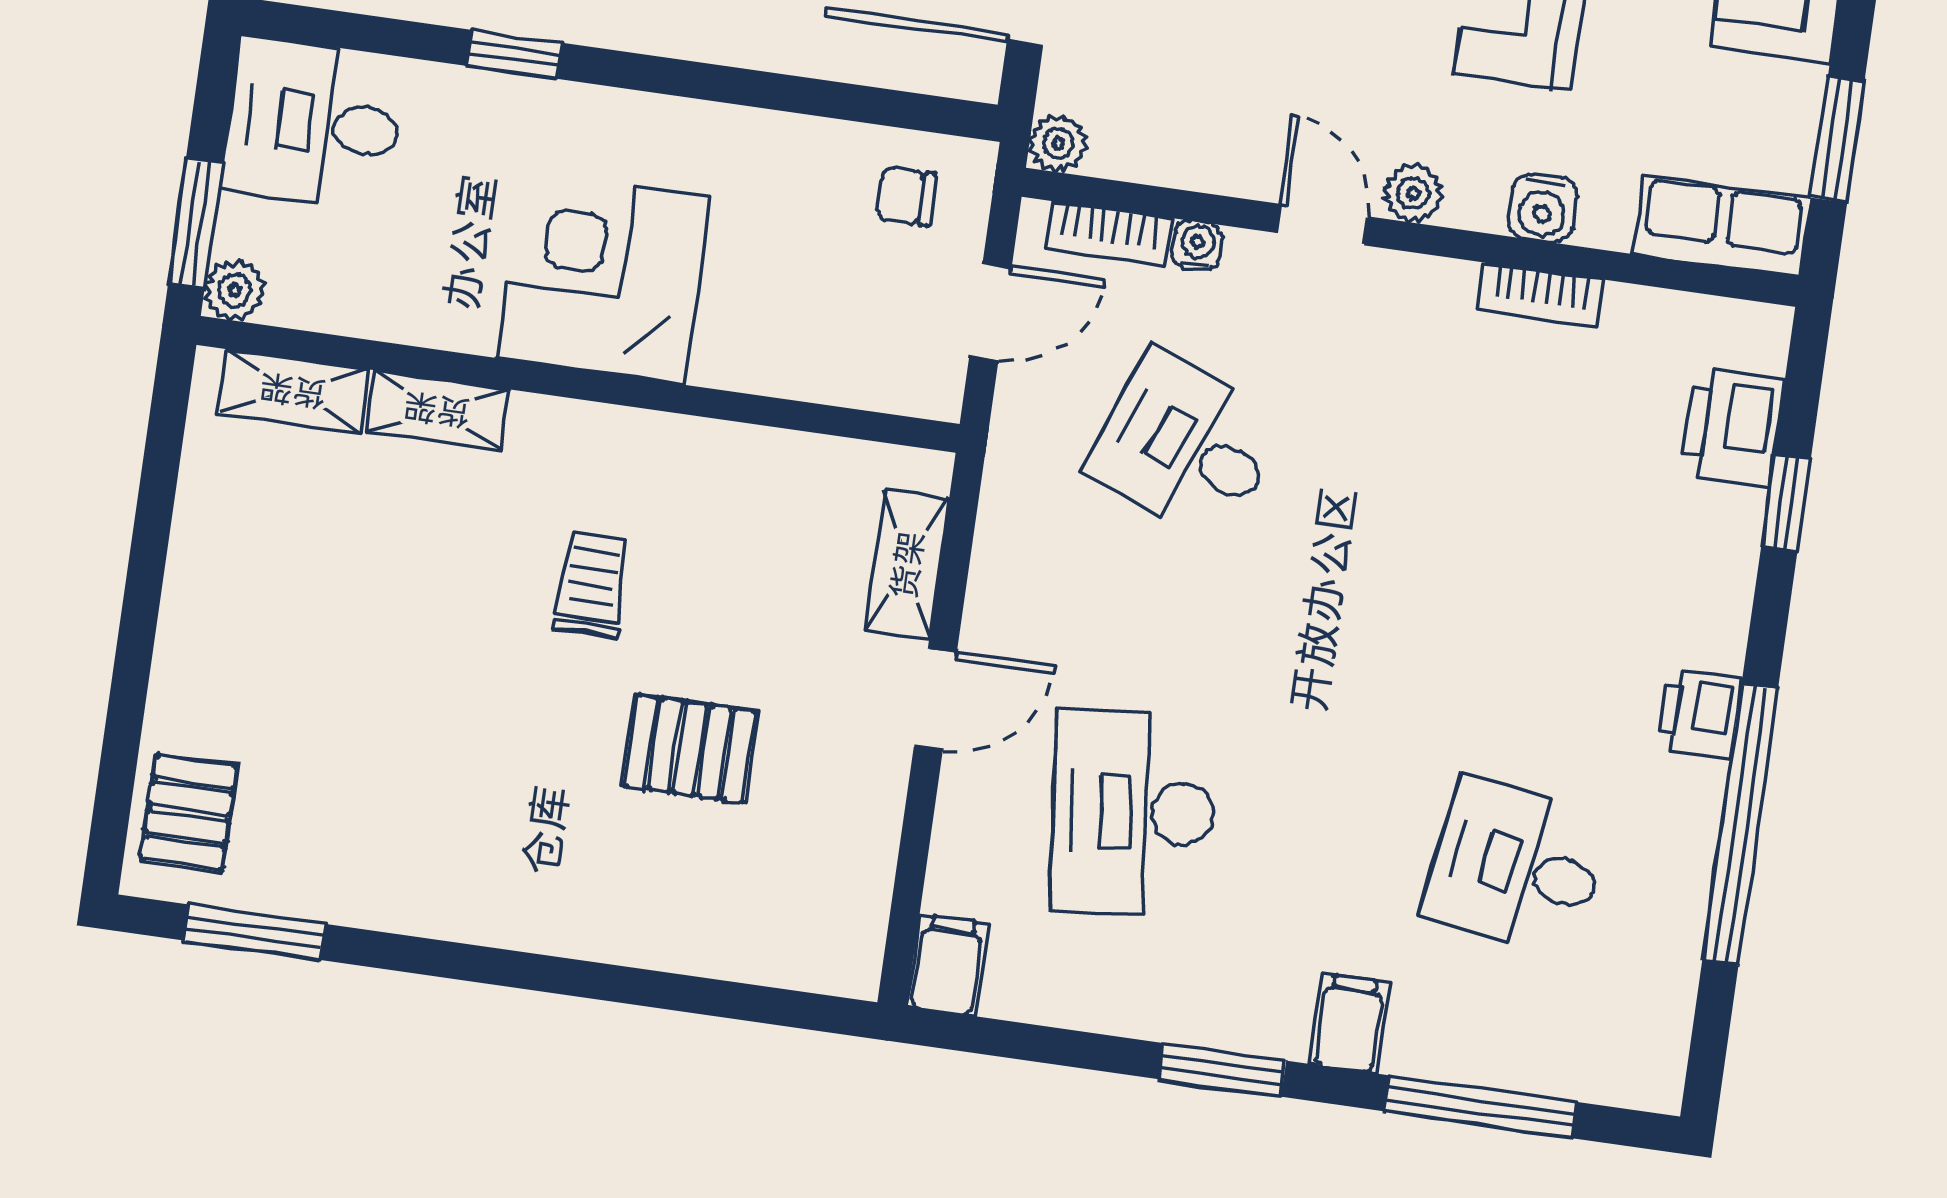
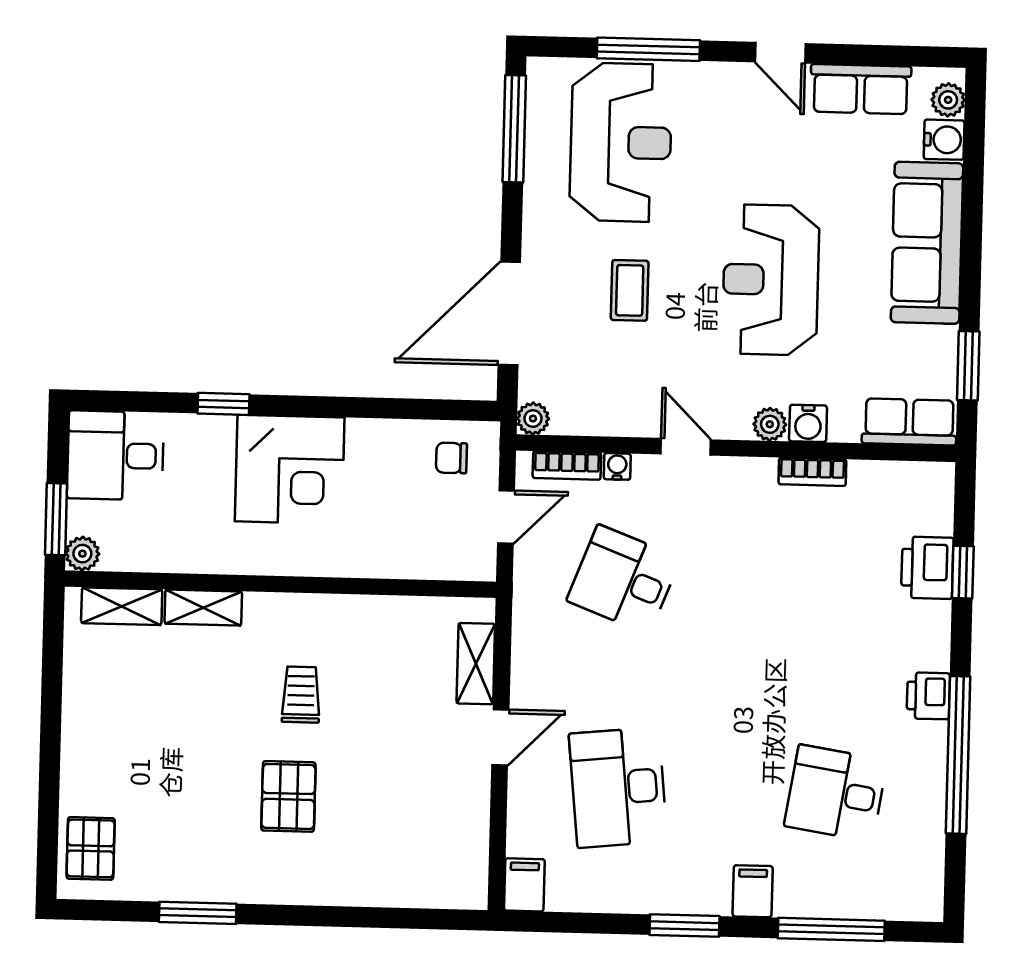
plant: (1413, 193) -> (770, 424), moved
corner desk: (603, 277) -> (290, 469), moved, turned 180
printer: (1733, 427) -> (927, 568), moved
pallet: (690, 749) -> (288, 796), moved, turned 90
window: (255, 932) -> (198, 913), moved

